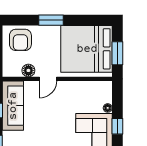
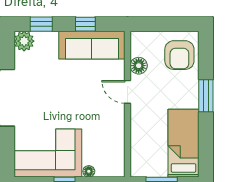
armchair: (20, 40) -> (179, 55), turned -90
bed: (87, 49) -> (184, 143), width x0.49

